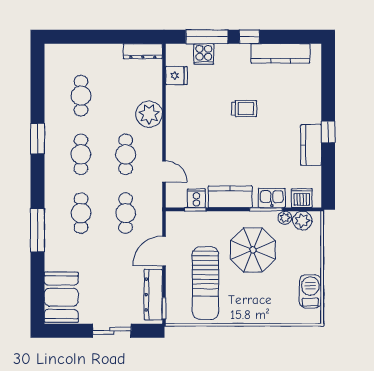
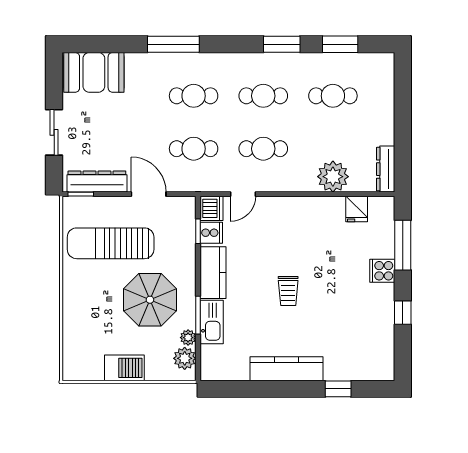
window: (249, 37) -> (403, 313), moved
kitchen counter: (280, 53) -> (383, 332), removed
cooker: (204, 54) -> (382, 271), moved
window: (37, 89) -> (340, 44), added
trolley: (244, 109) -> (288, 291), moved
plant: (149, 114) -> (333, 177), moved
window: (328, 132) -> (338, 389), moved
kitchen counter: (311, 145) -> (286, 369), width x1.50
kitchen sink: (272, 198) -> (212, 322), width x1.38
dishwasher: (302, 198) -> (211, 208), moved
barbecue: (310, 291) -> (124, 368), moved

